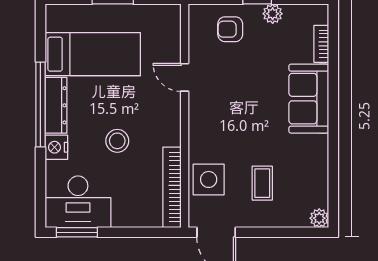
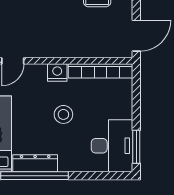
nightstand: (56, 147) -> (57, 72), moved, turned 180
side table: (209, 179) -> (94, 42), removed

